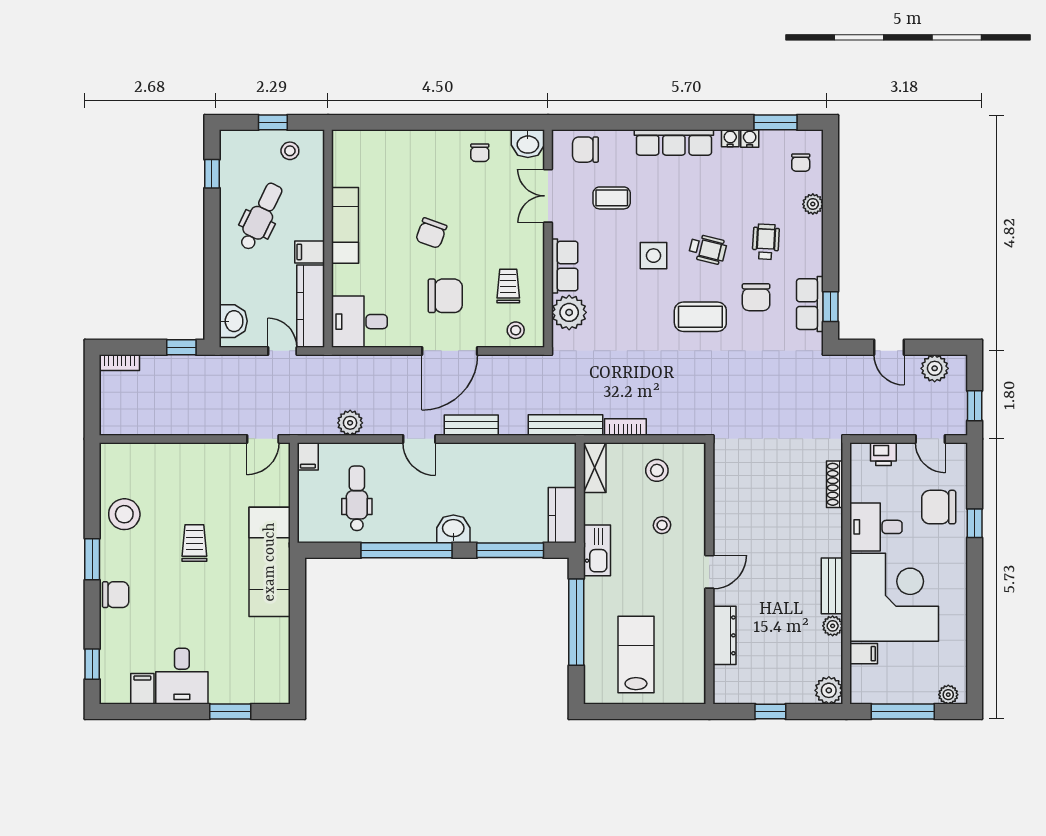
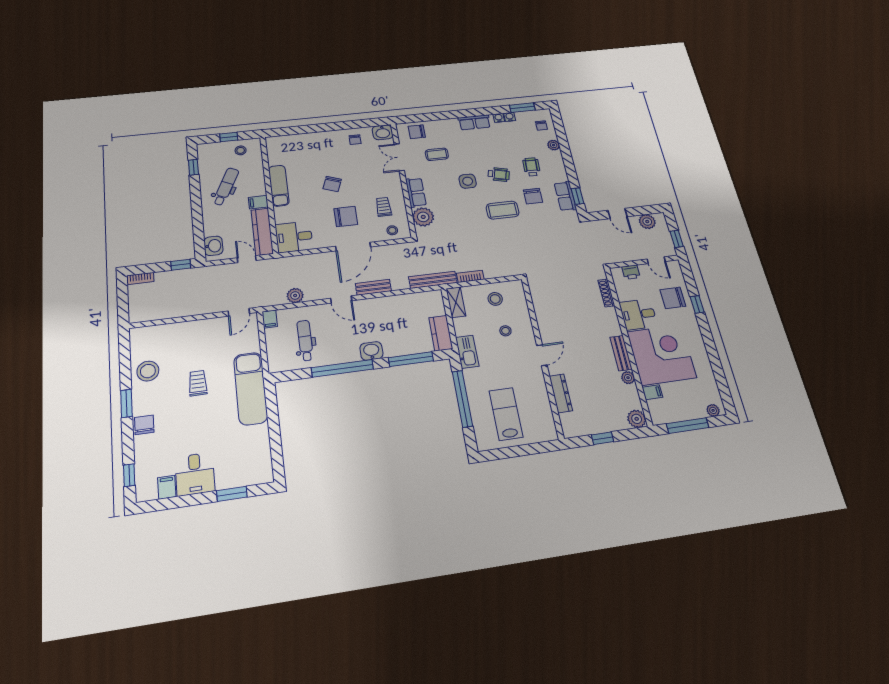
row of seats: (674, 142) -> (474, 122), width x0.68
chair: (116, 595) -> (144, 425), turned -90

